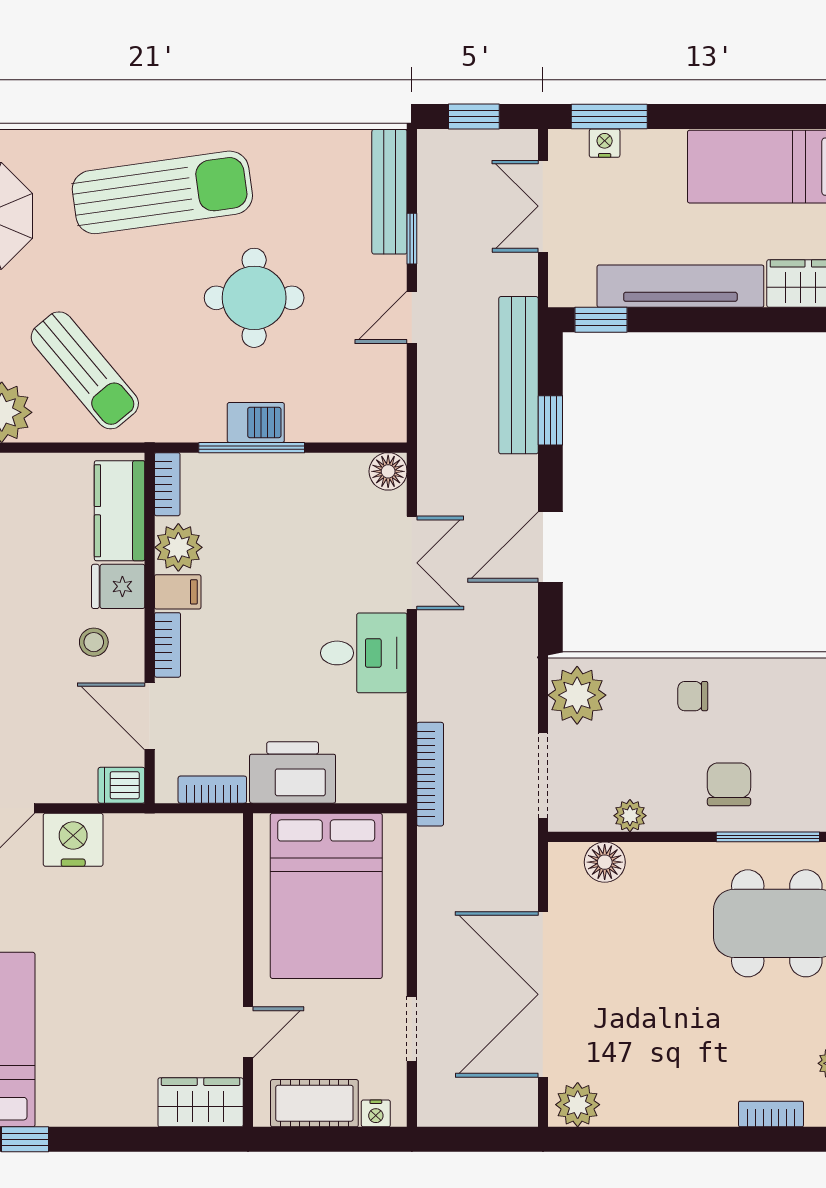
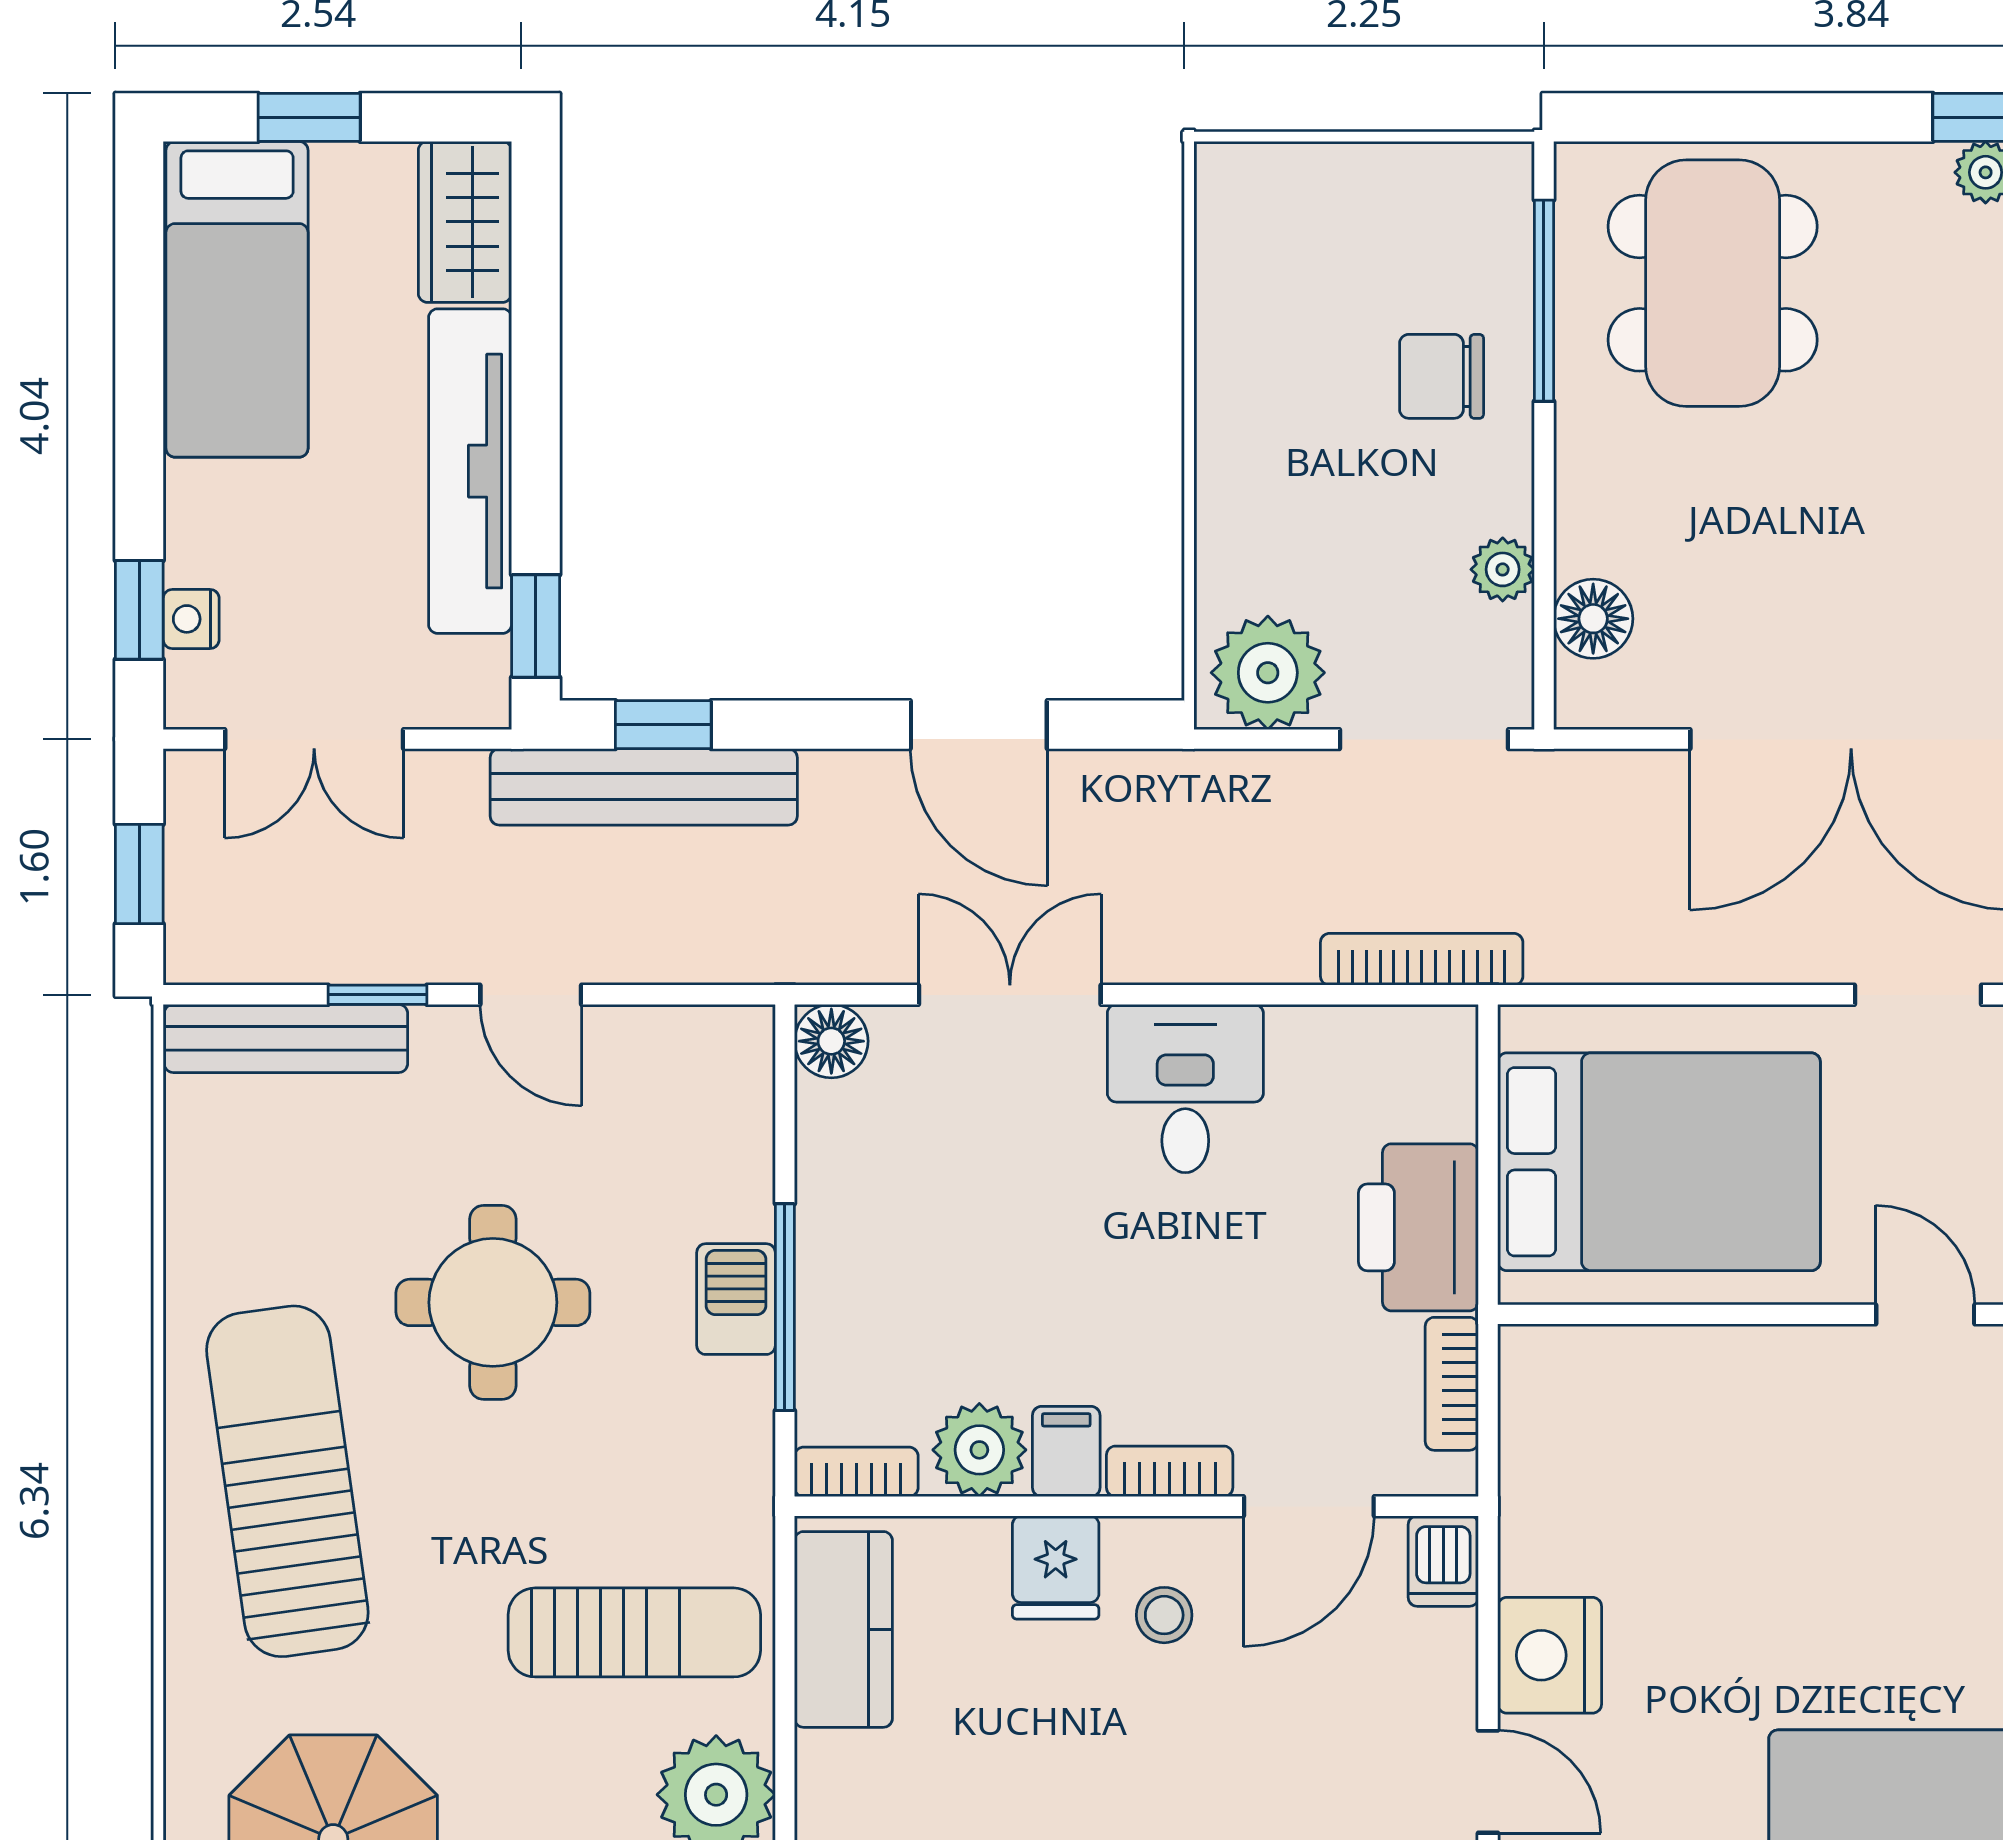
window: (609, 116) -> (139, 610), width x0.67
sun lounger: (85, 370) -> (634, 1632), turned 40
window: (550, 420) -> (663, 725), moved
kitchen counter: (120, 511) -> (843, 1629), moved, turned -90
chair: (693, 696) -> (1269, 447), removed

